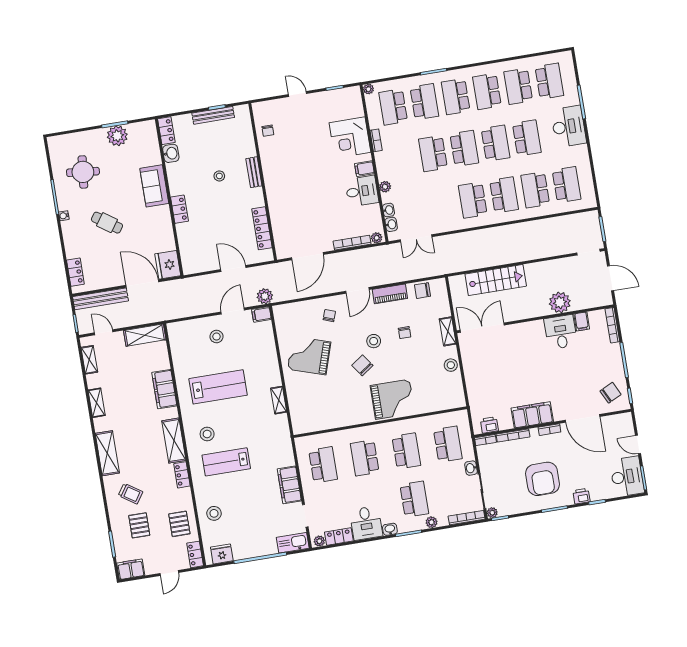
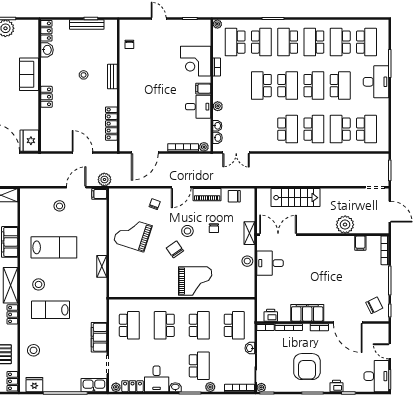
school desk: (473, 200) -> (288, 129), turned 180
desk: (561, 332) -> (270, 263), moved, turned -90

